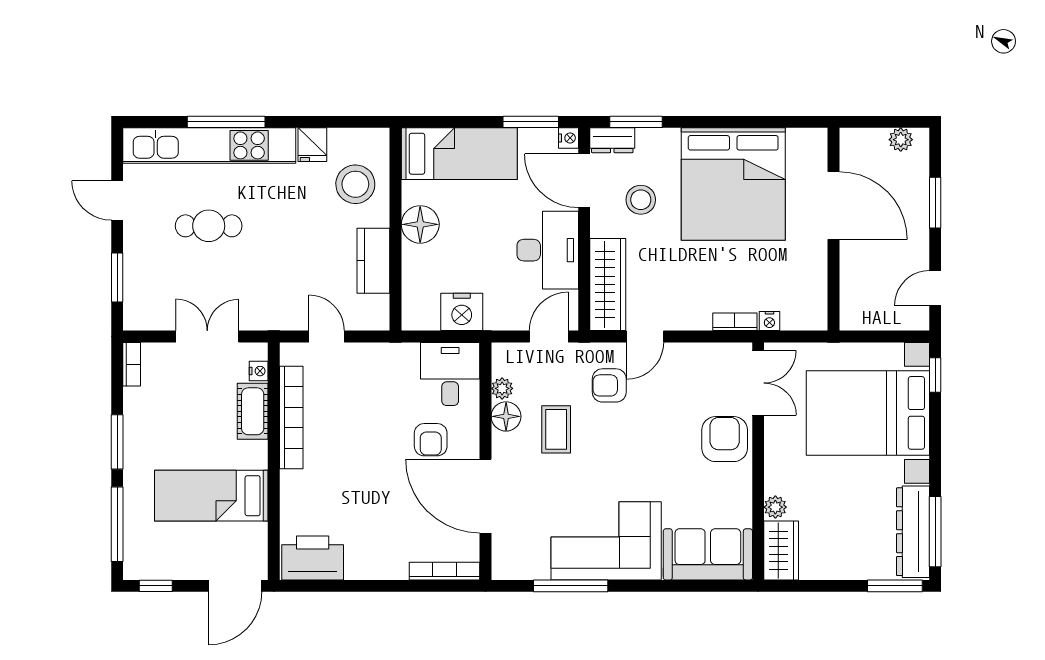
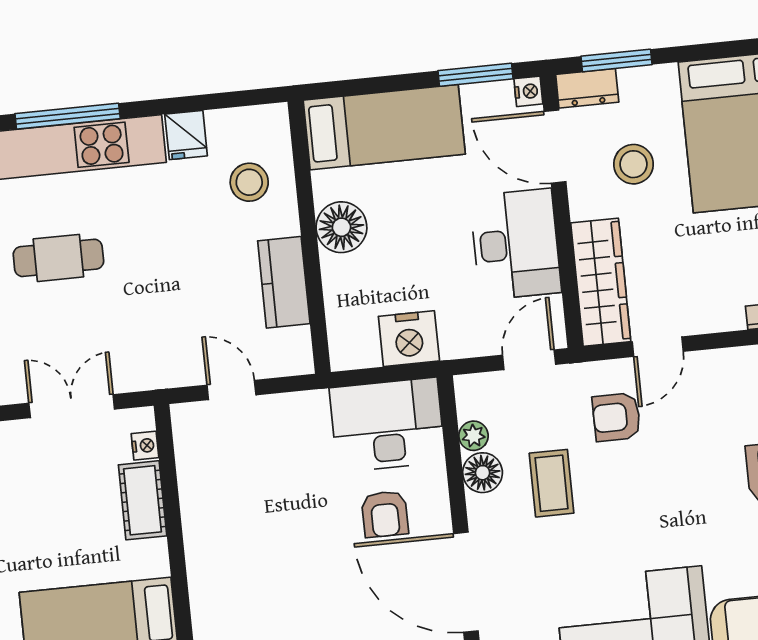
stool: (355, 184) -> (249, 182), width x0.73, depth x0.73
desk: (450, 374) -> (387, 425), width x1.37
bookcase: (291, 418) -> (195, 503), removed

